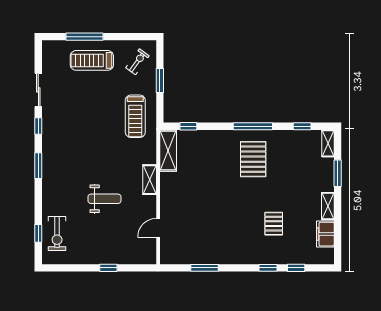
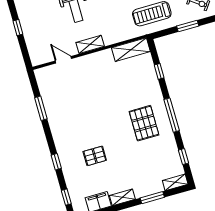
window: (188, 126) -> (159, 71), moved
pallet: (253, 159) -> (144, 123), turned 90
shelving: (150, 180) -> (90, 44), moved
window: (296, 268) -> (66, 197), moved

